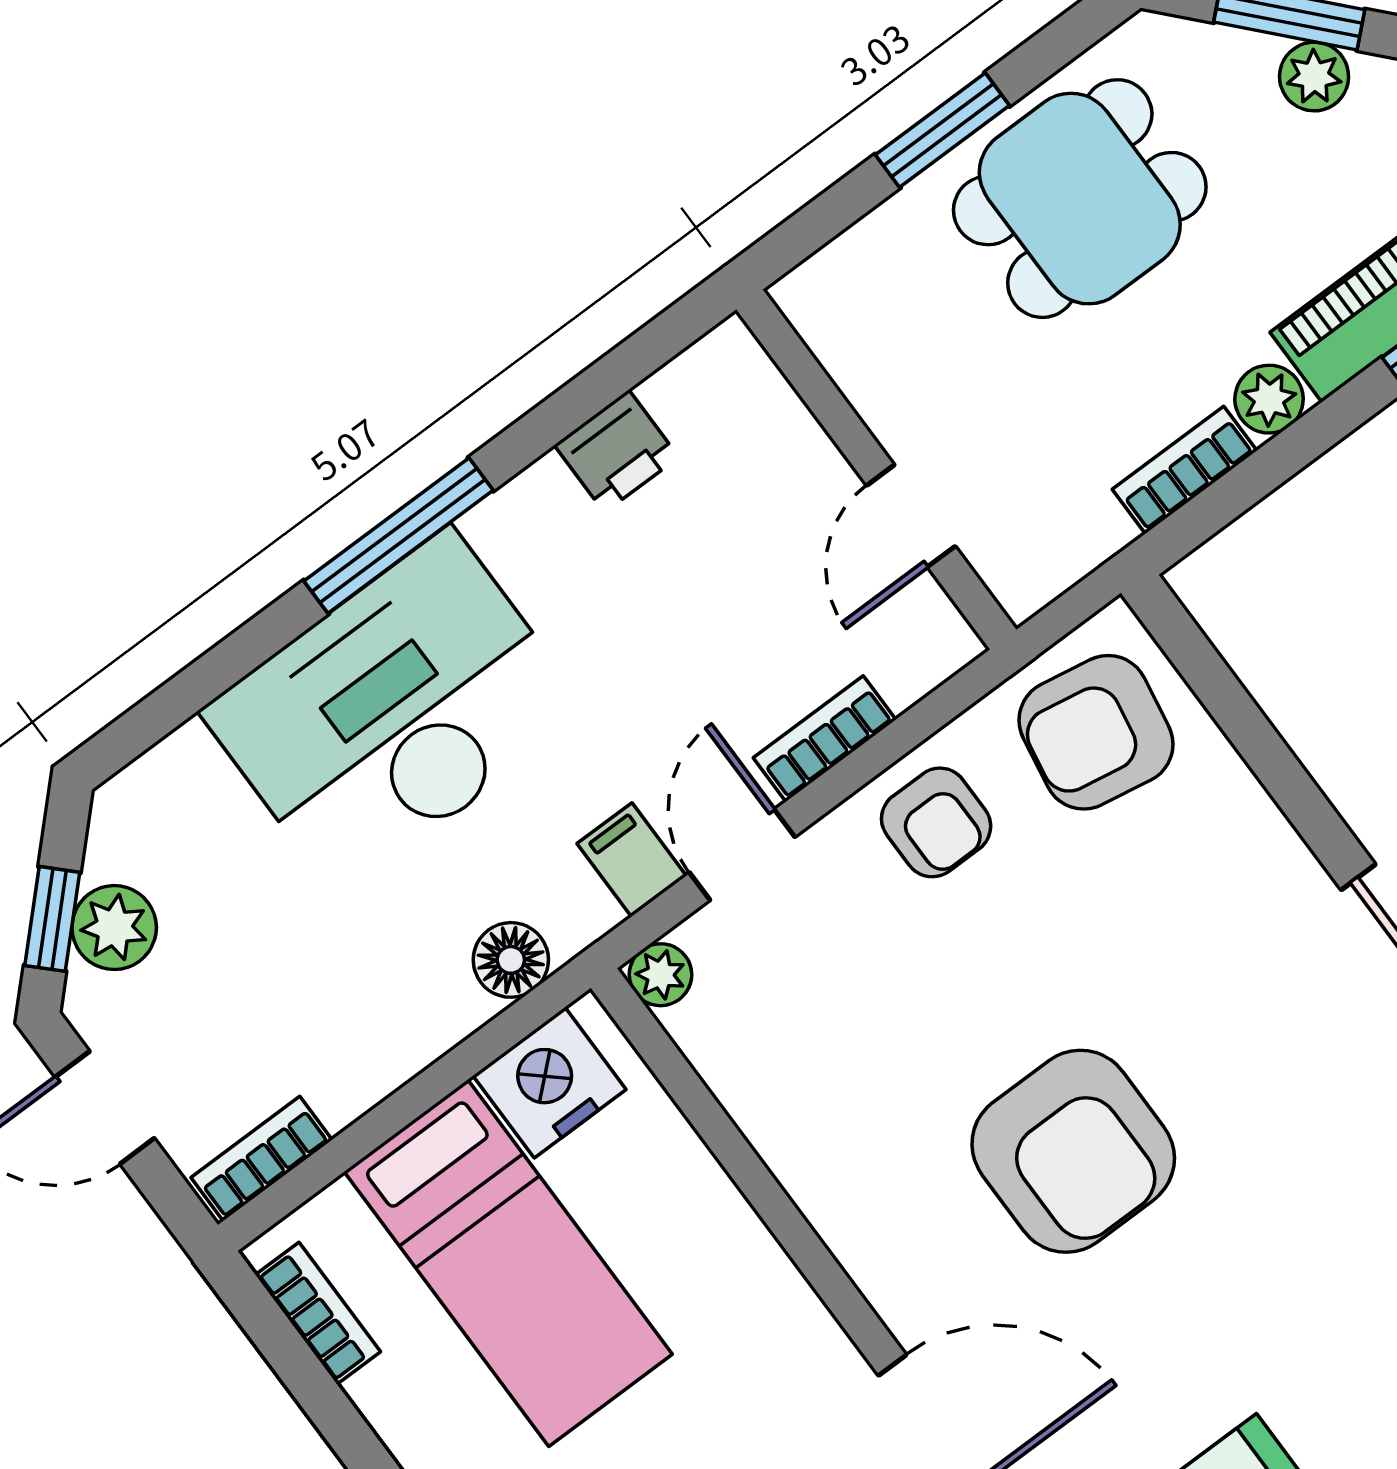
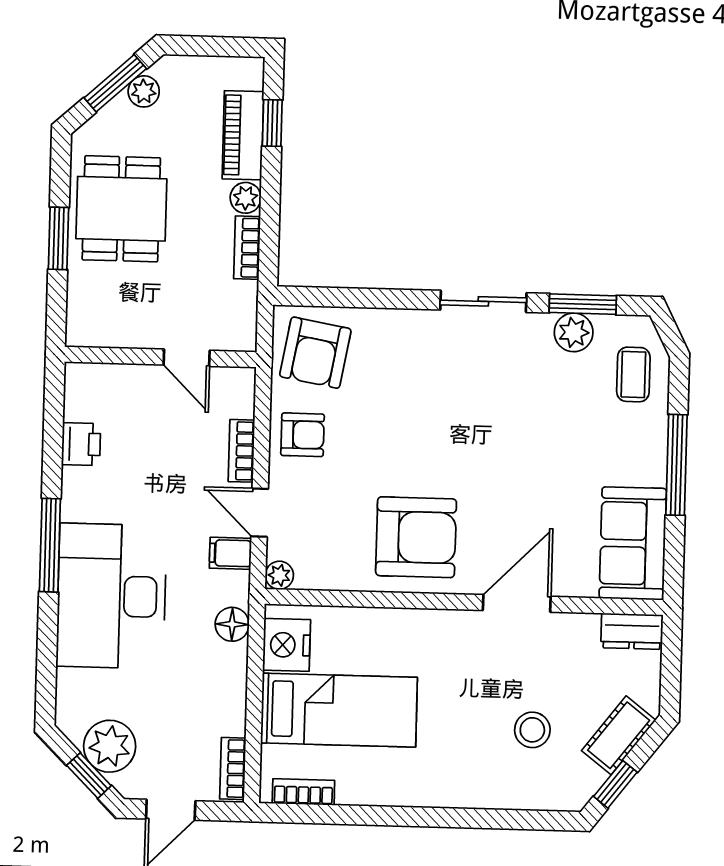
plant: (114, 928) -> (110, 746), width x1.36, depth x1.36
armchair: (1073, 1151) -> (416, 537), moved

